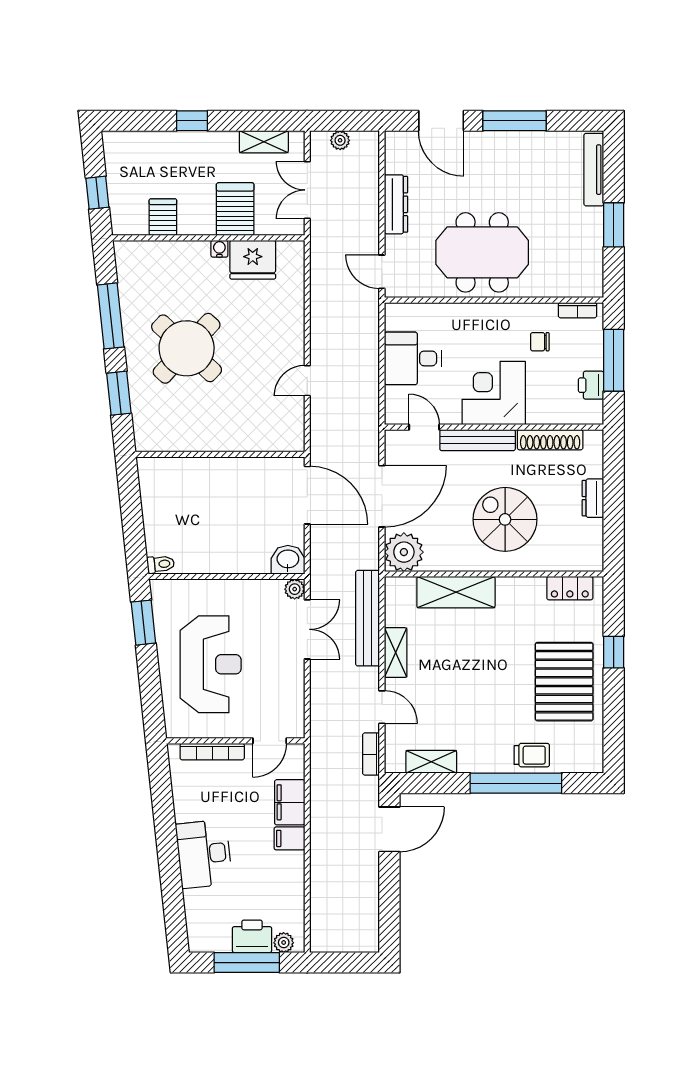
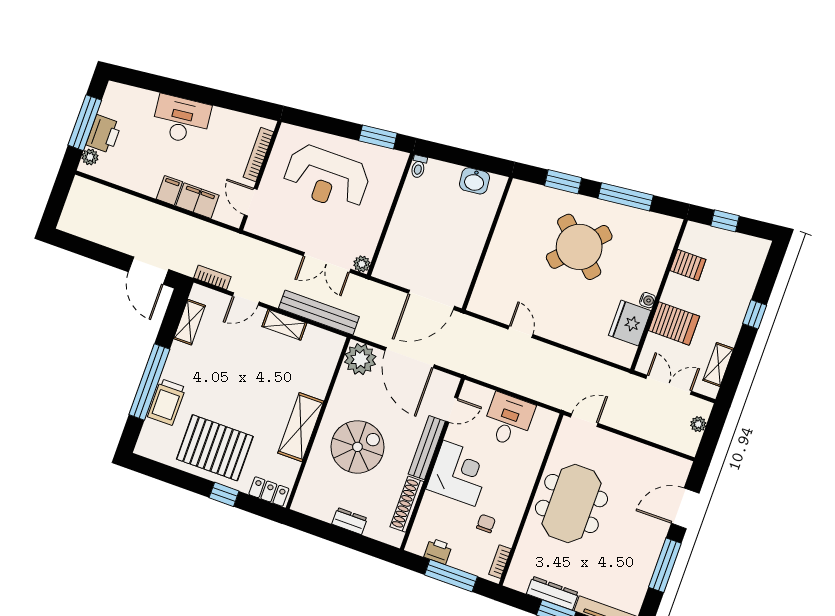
dresser: (396, 204) -> (553, 593), moved, turned 180
washbasin: (288, 560) -> (474, 181), moved, turned 84
locker: (570, 588) -> (269, 491), moved, turned 90
shelving: (456, 592) -> (301, 427), moved
trolley: (532, 755) -> (167, 402), width x1.36, depth x1.39

